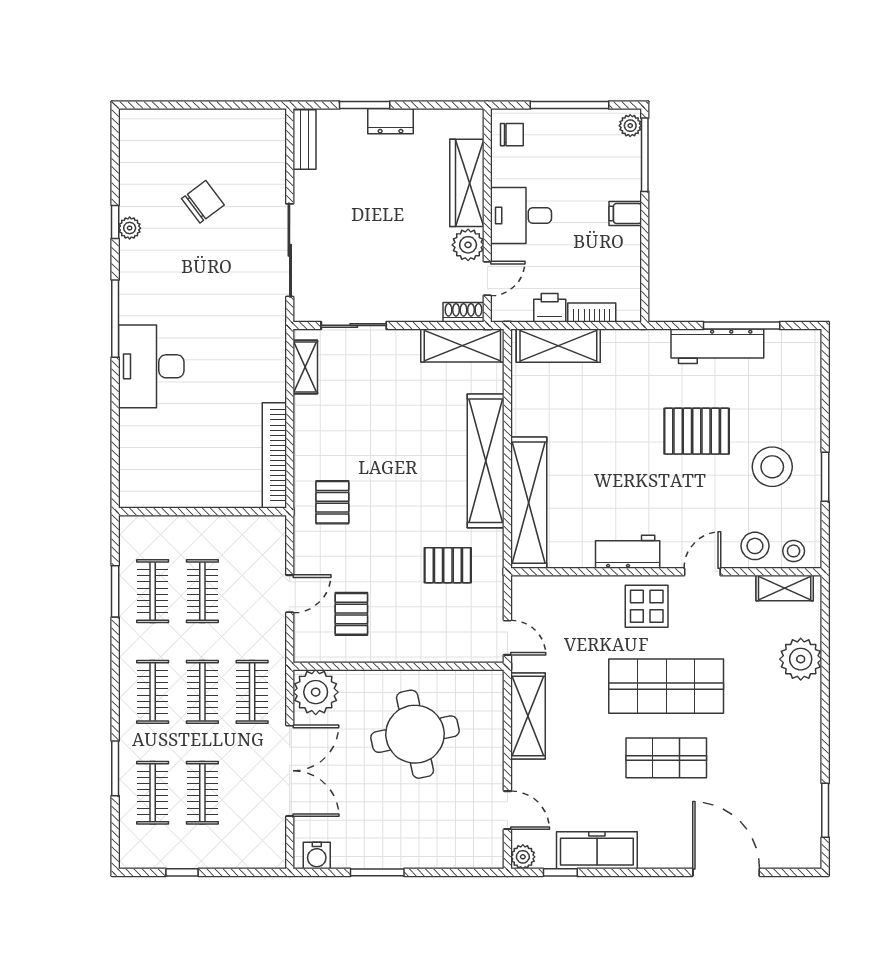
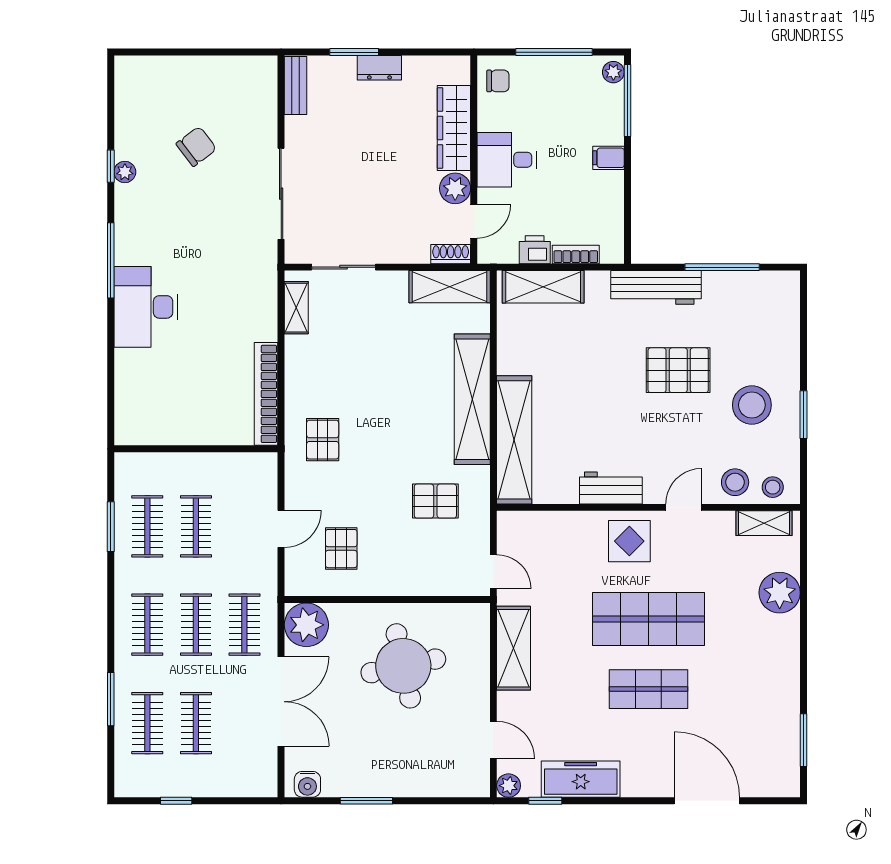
workbench: (717, 346) -> (656, 287), moved

